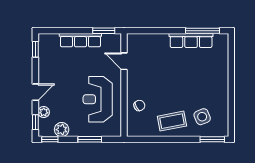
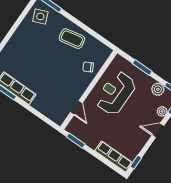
row of seats: (80, 40) -> (114, 157), moved
reception desk: (98, 99) -> (116, 93), turned 180
side table: (202, 117) -> (40, 17), moved

